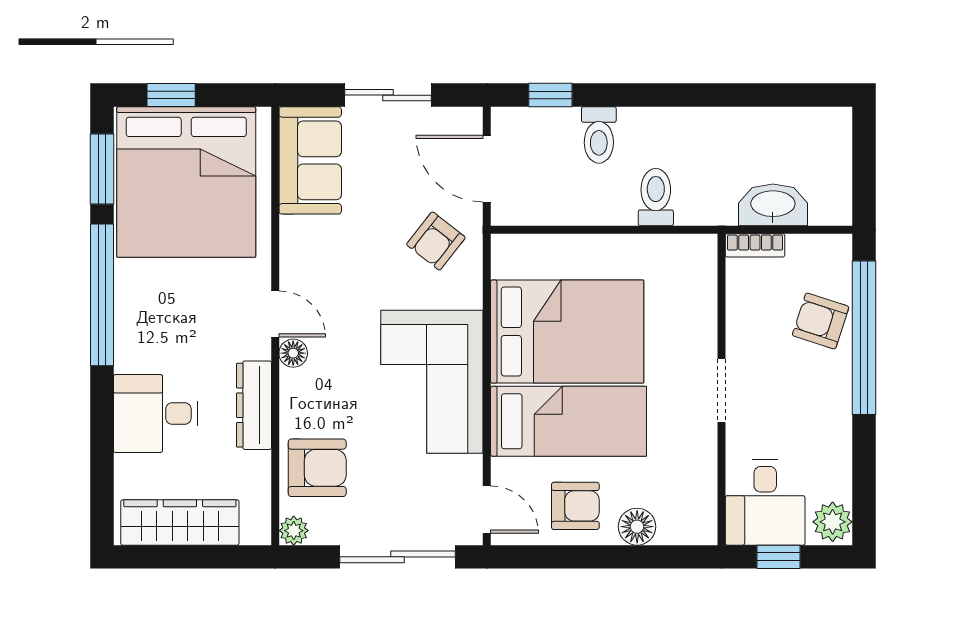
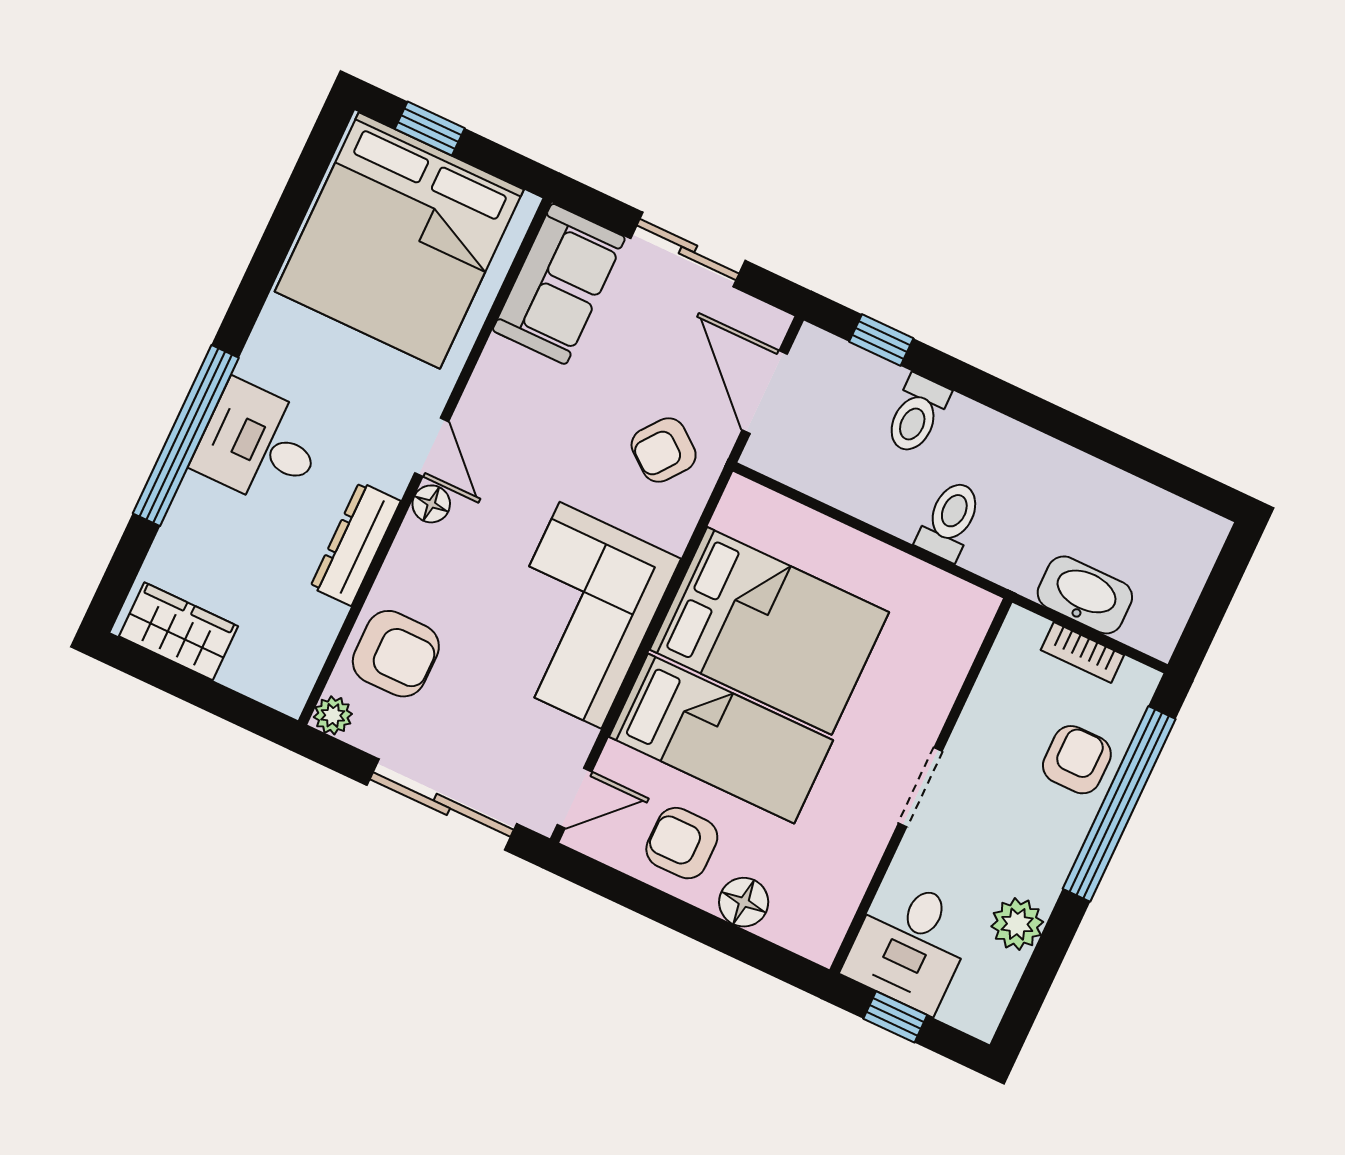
window: (102, 169) -> (306, 178), removed
bookcase: (755, 245) -> (1082, 653), moved
window: (102, 295) -> (186, 436), moved
armchair: (821, 321) -> (1077, 760), turned 72
desk: (156, 413) -> (259, 445), moved
armchair: (575, 506) -> (682, 843), turned 180
door: (487, 510) -> (574, 798), hinge flipped
wardrobe: (180, 522) -> (178, 631), width x0.67
plant: (833, 522) -> (1017, 924), moved

